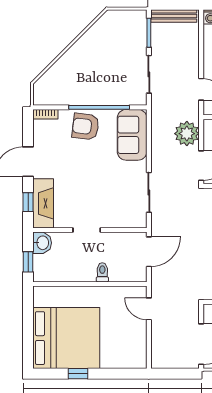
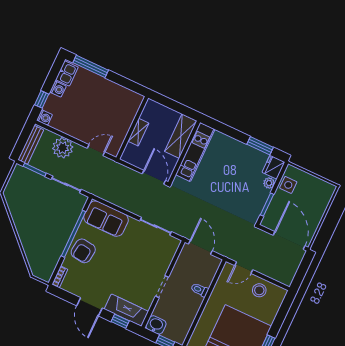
plant: (187, 134) -> (63, 148), moved
stool: (132, 337) -> (259, 290), added

